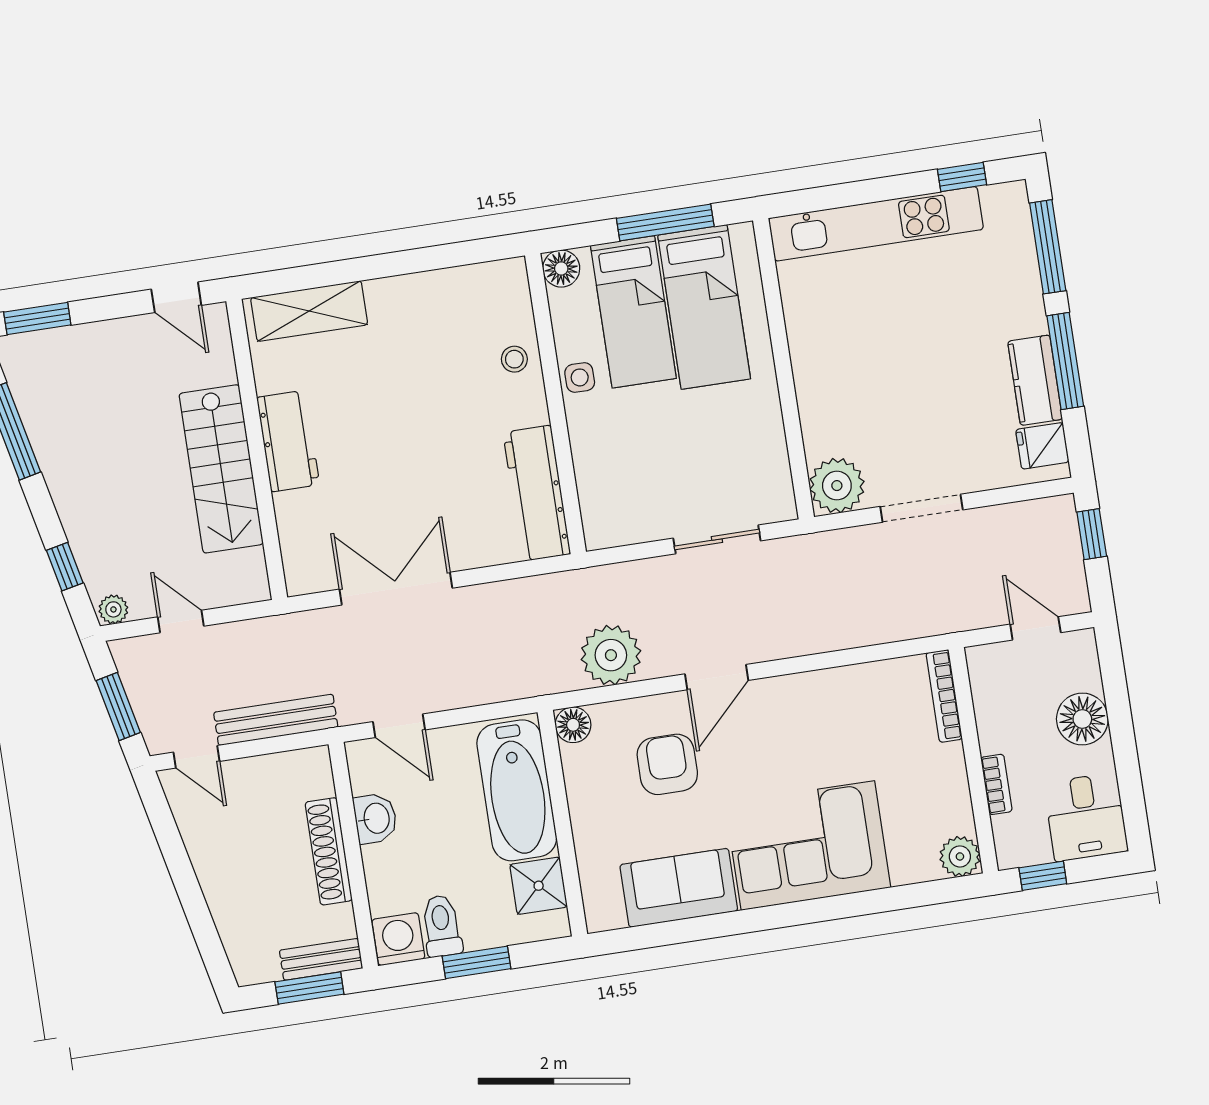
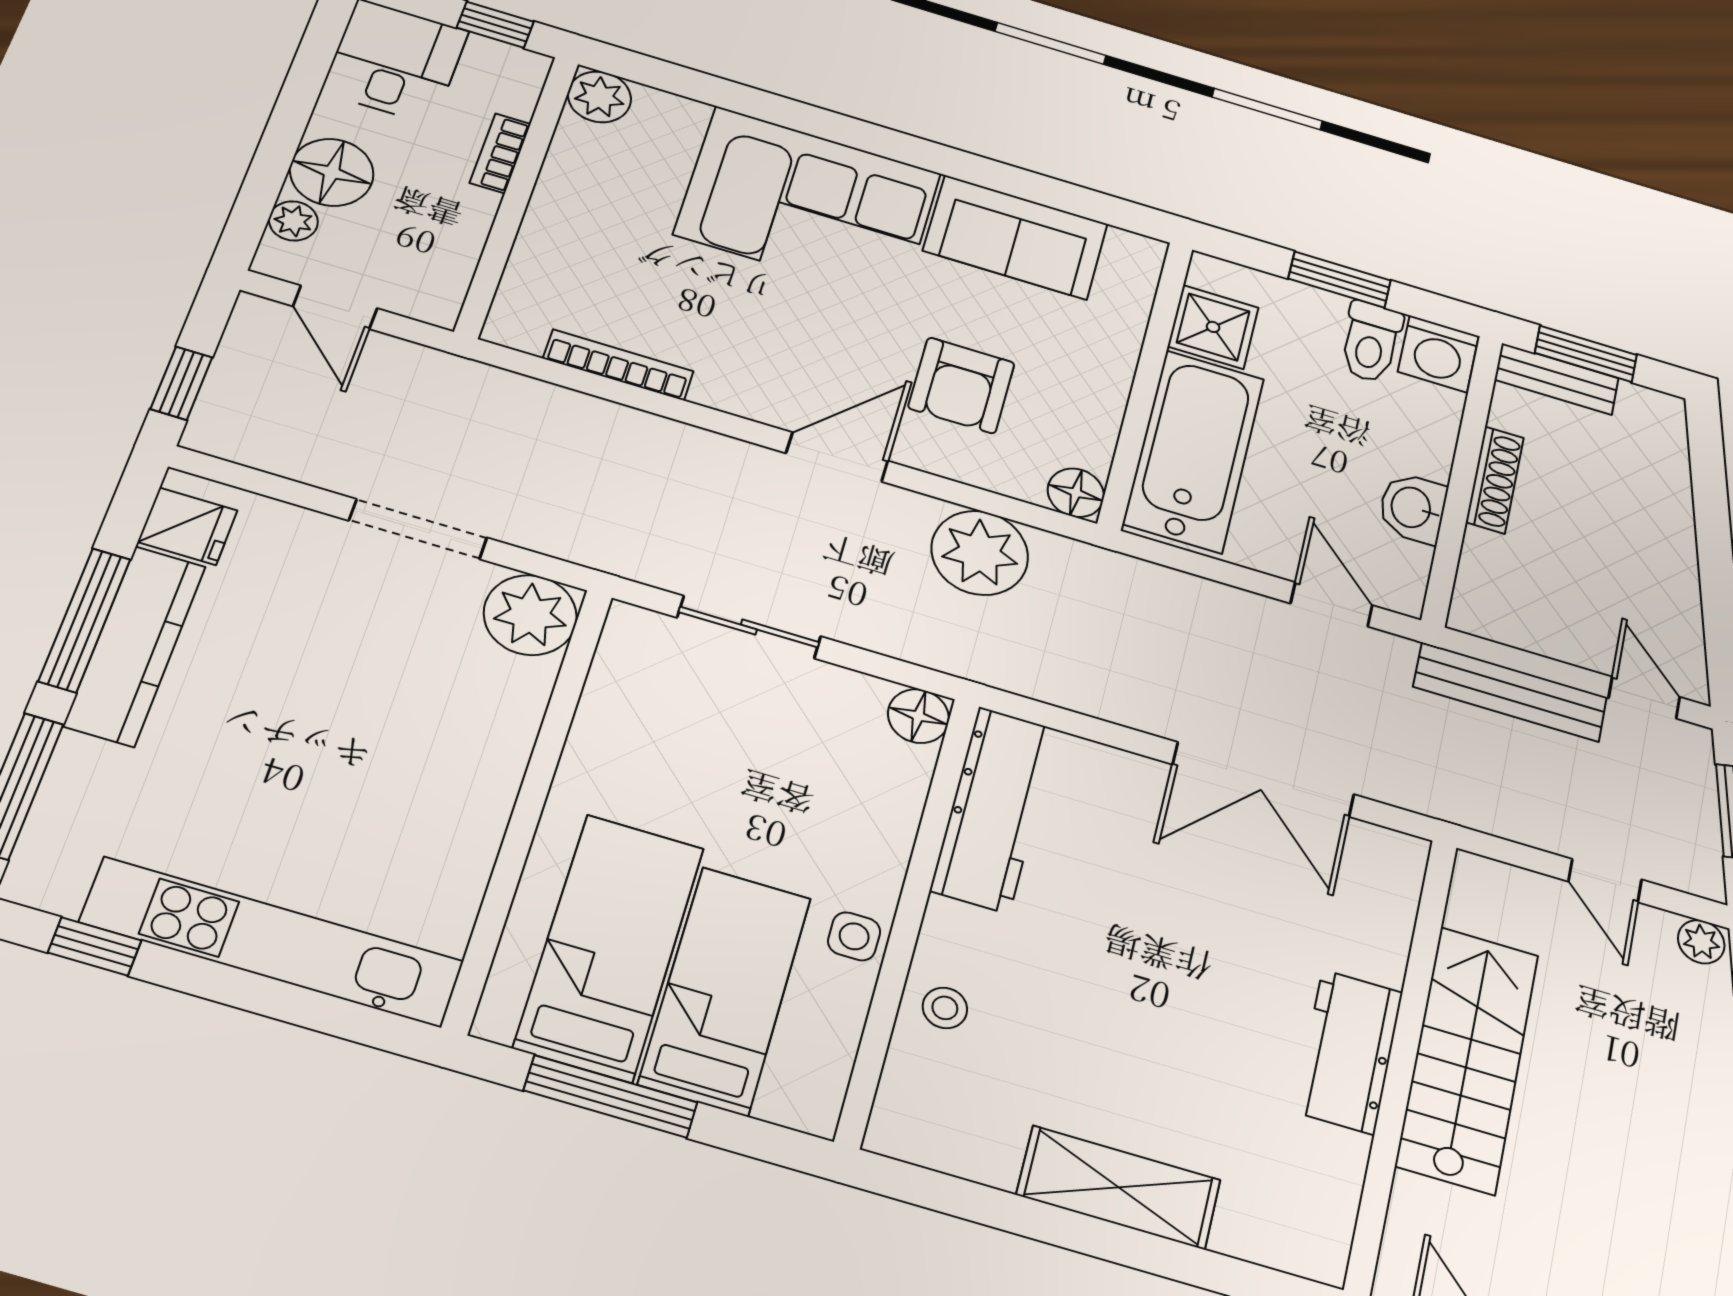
floor lamp: (561, 269) -> (918, 716), moved
shelving: (309, 311) -> (1119, 1187), moved
kitchen counter: (1035, 380) -> (135, 646), width x1.50
plant: (1086, 674) -> (293, 221), added
bookcase: (944, 696) -> (618, 365), moved, turned -90
shoe rack: (329, 851) -> (1495, 480), width x0.74, depth x0.81

